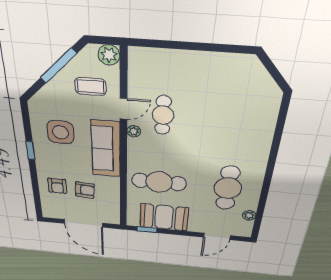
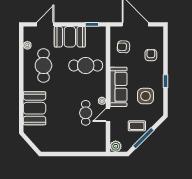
coffee table: (91, 87) -> (137, 126), moved
booth: (254, 130) -> (34, 108), added
armchair: (85, 190) -> (123, 47), moved
booth: (164, 217) -> (70, 37), moved

